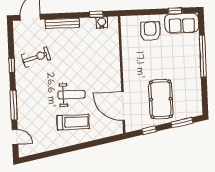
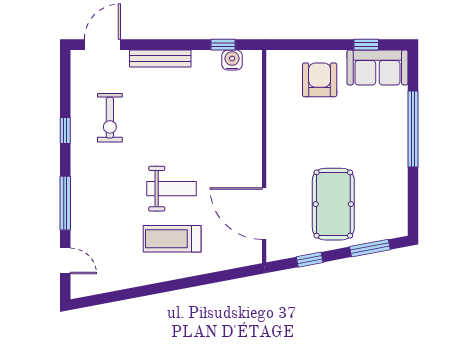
exercise bike: (36, 57) -> (110, 118), turned 105
treadmill: (73, 122) -> (172, 239), turned 180

